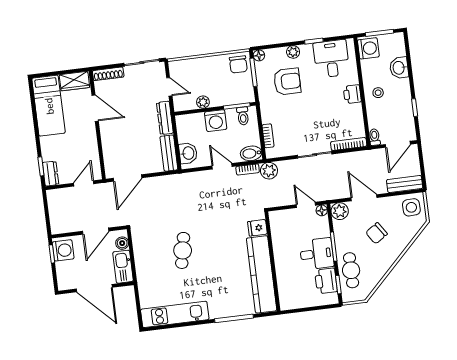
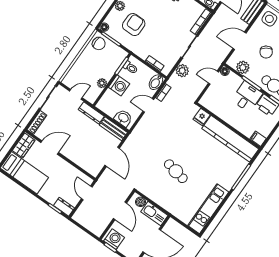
plant: (269, 171) -> (182, 71), moved
door: (127, 178) -> (112, 157), moved
plant: (340, 211) -> (243, 67), moved
filing cabinet: (286, 301) -> (258, 139), added

